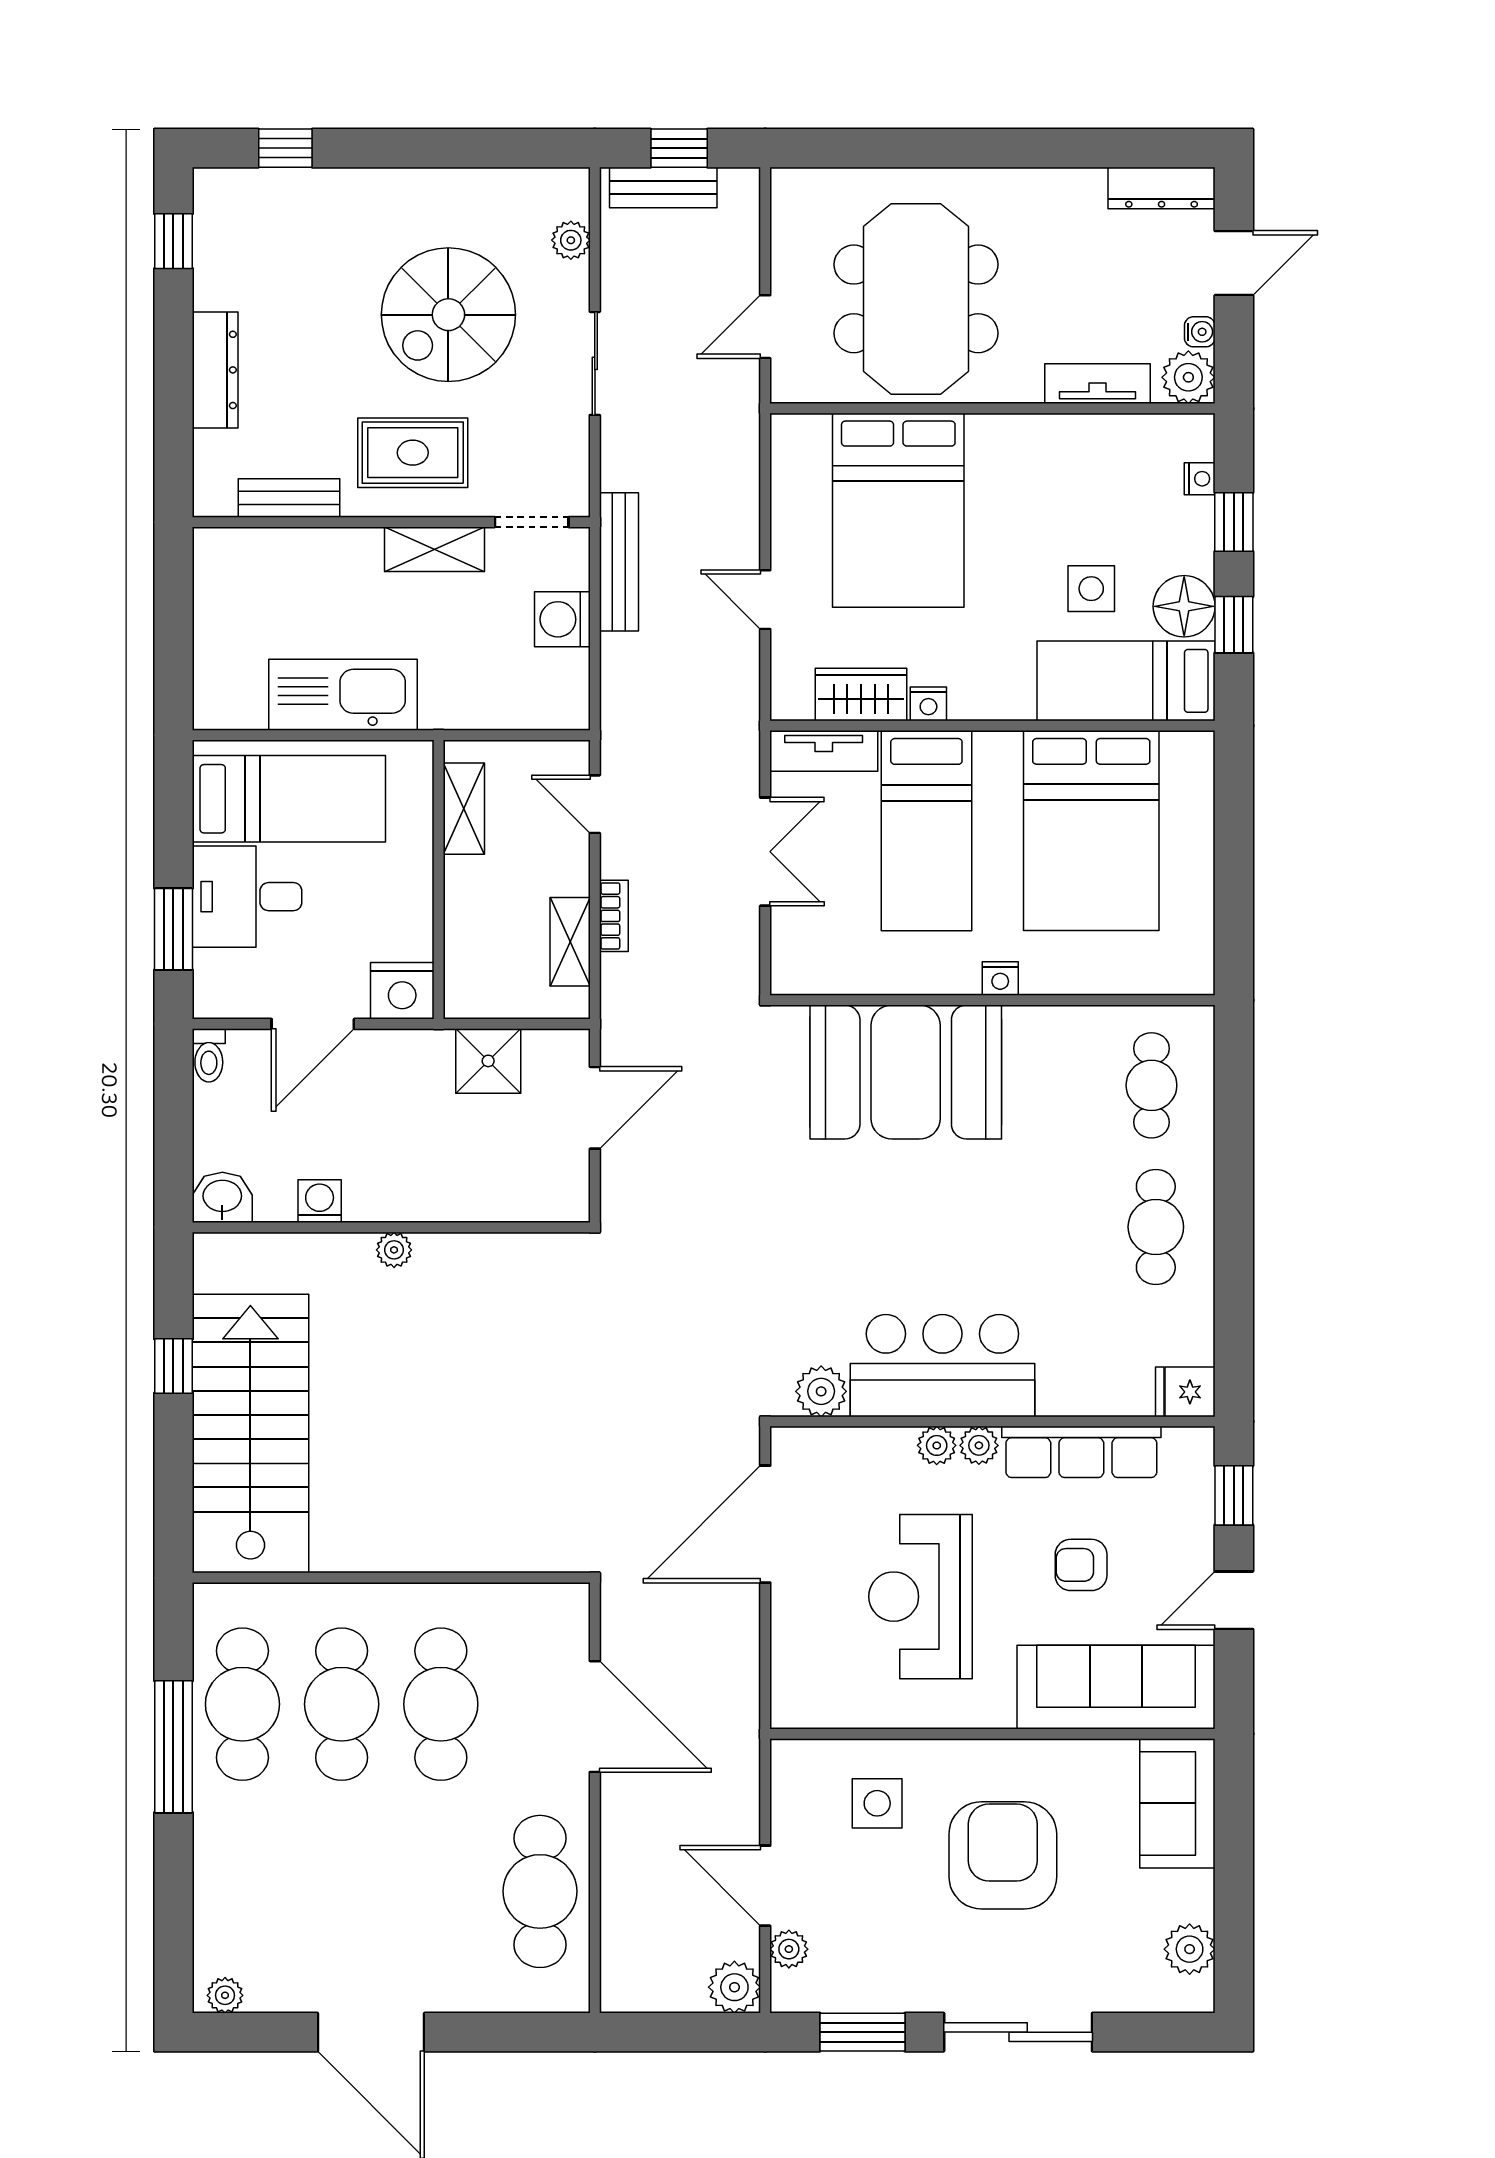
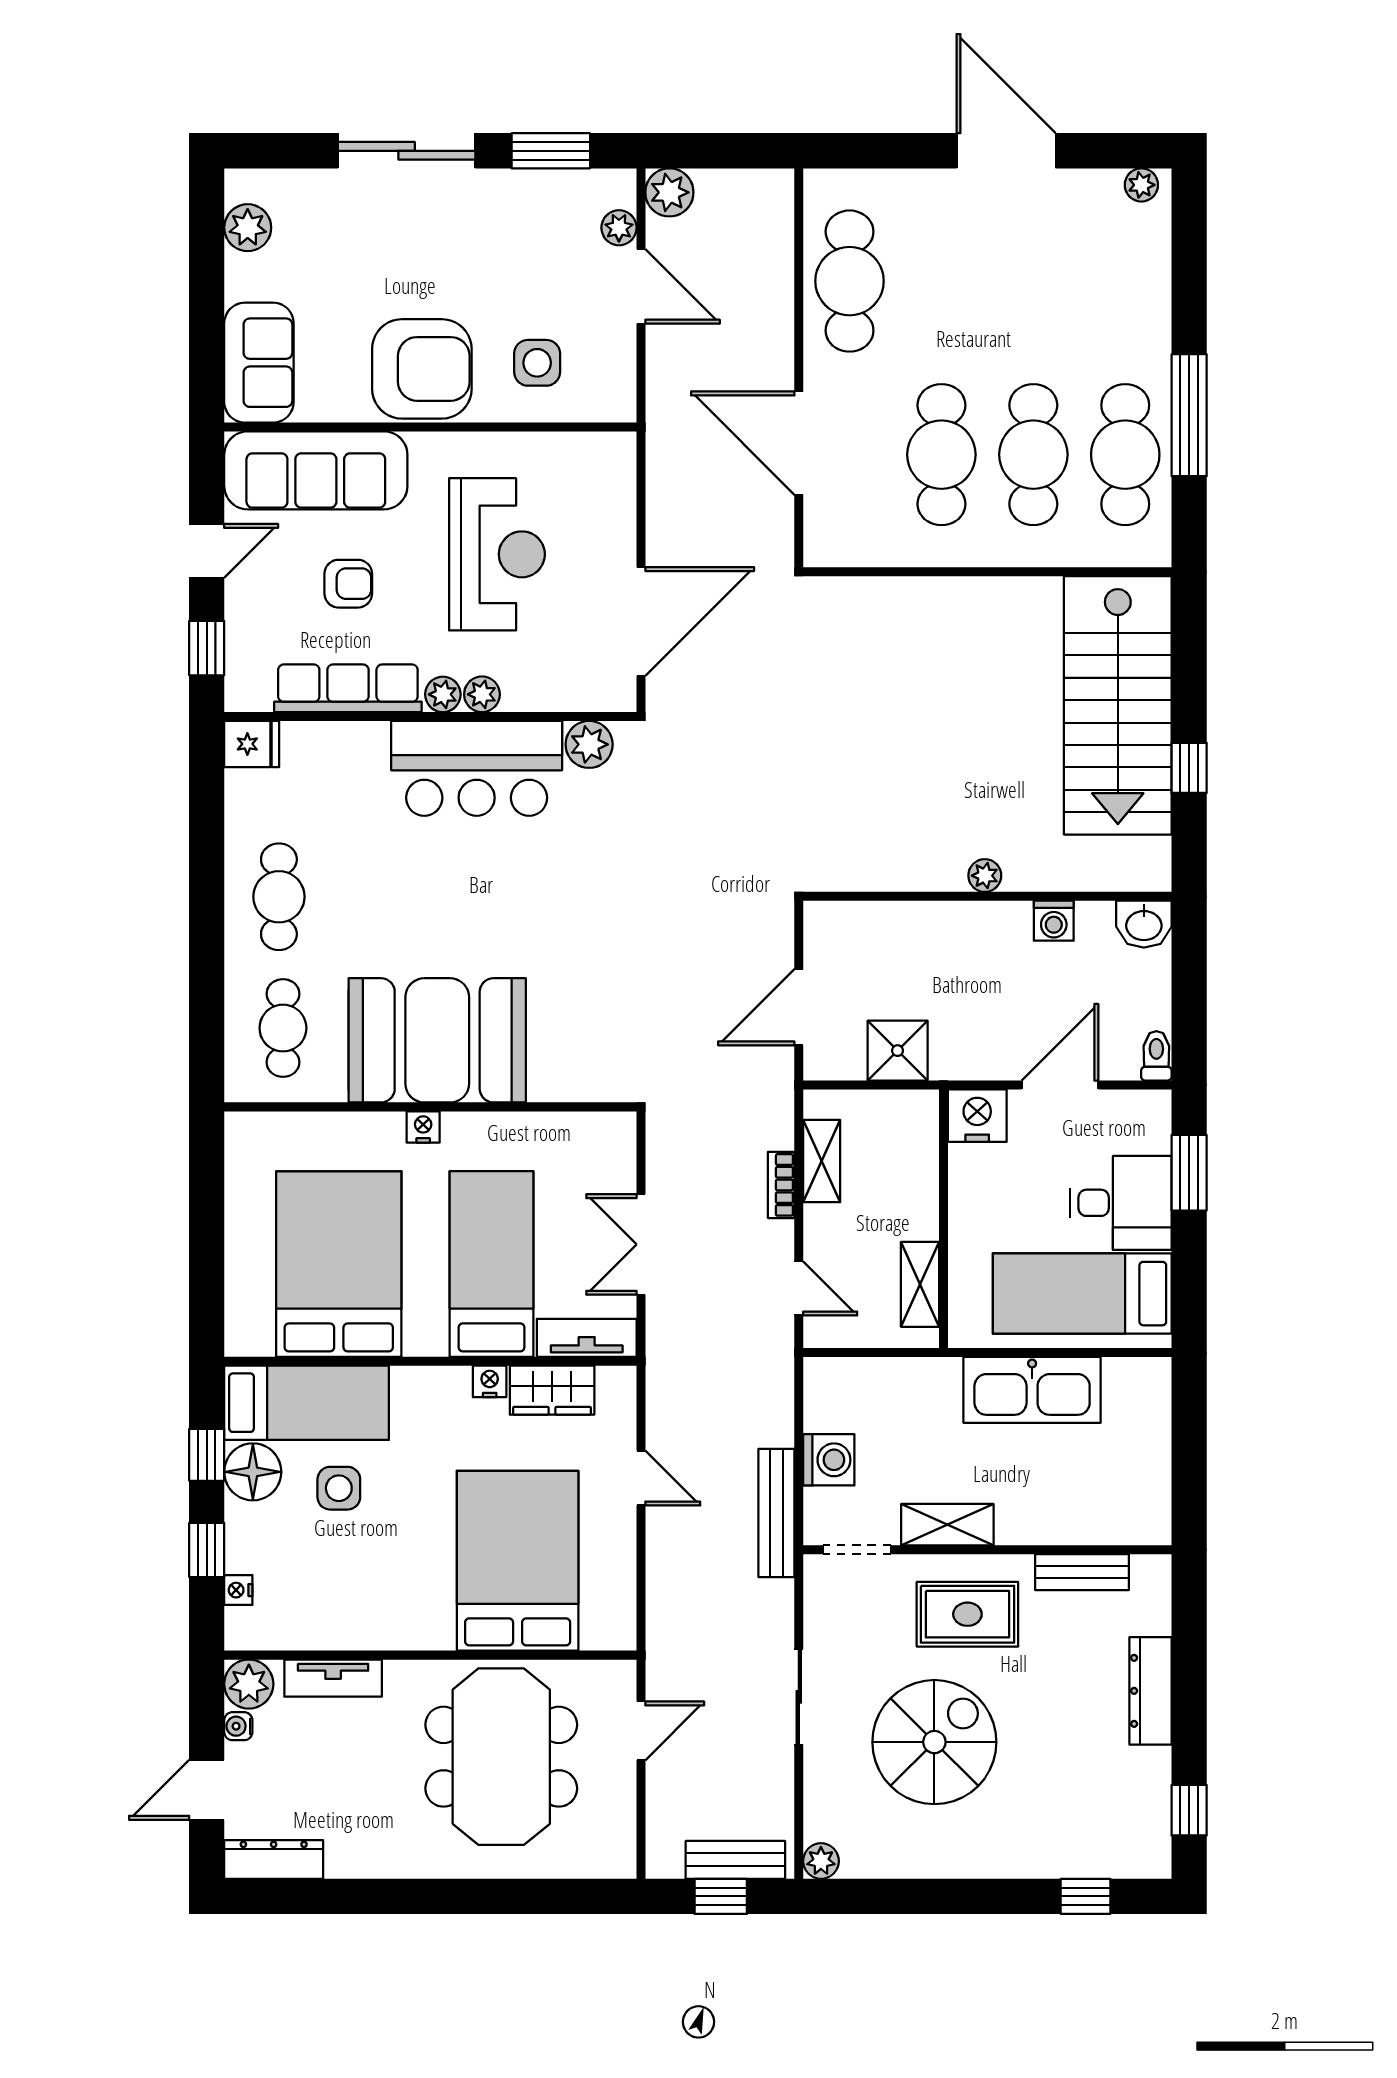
plant: (571, 240) -> (821, 1861), moved
booth: (906, 1072) -> (437, 1040), moved
armchair: (1003, 1855) -> (422, 369), moved, turned -90

